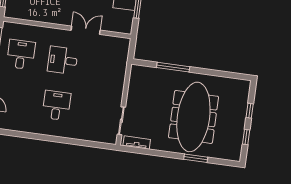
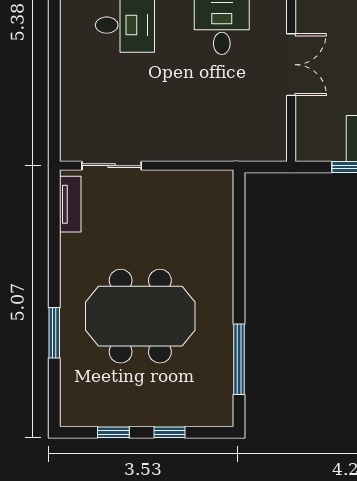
window: (173, 67) -> (239, 359), moved
meeting table: (193, 117) -> (140, 316), width x0.73

